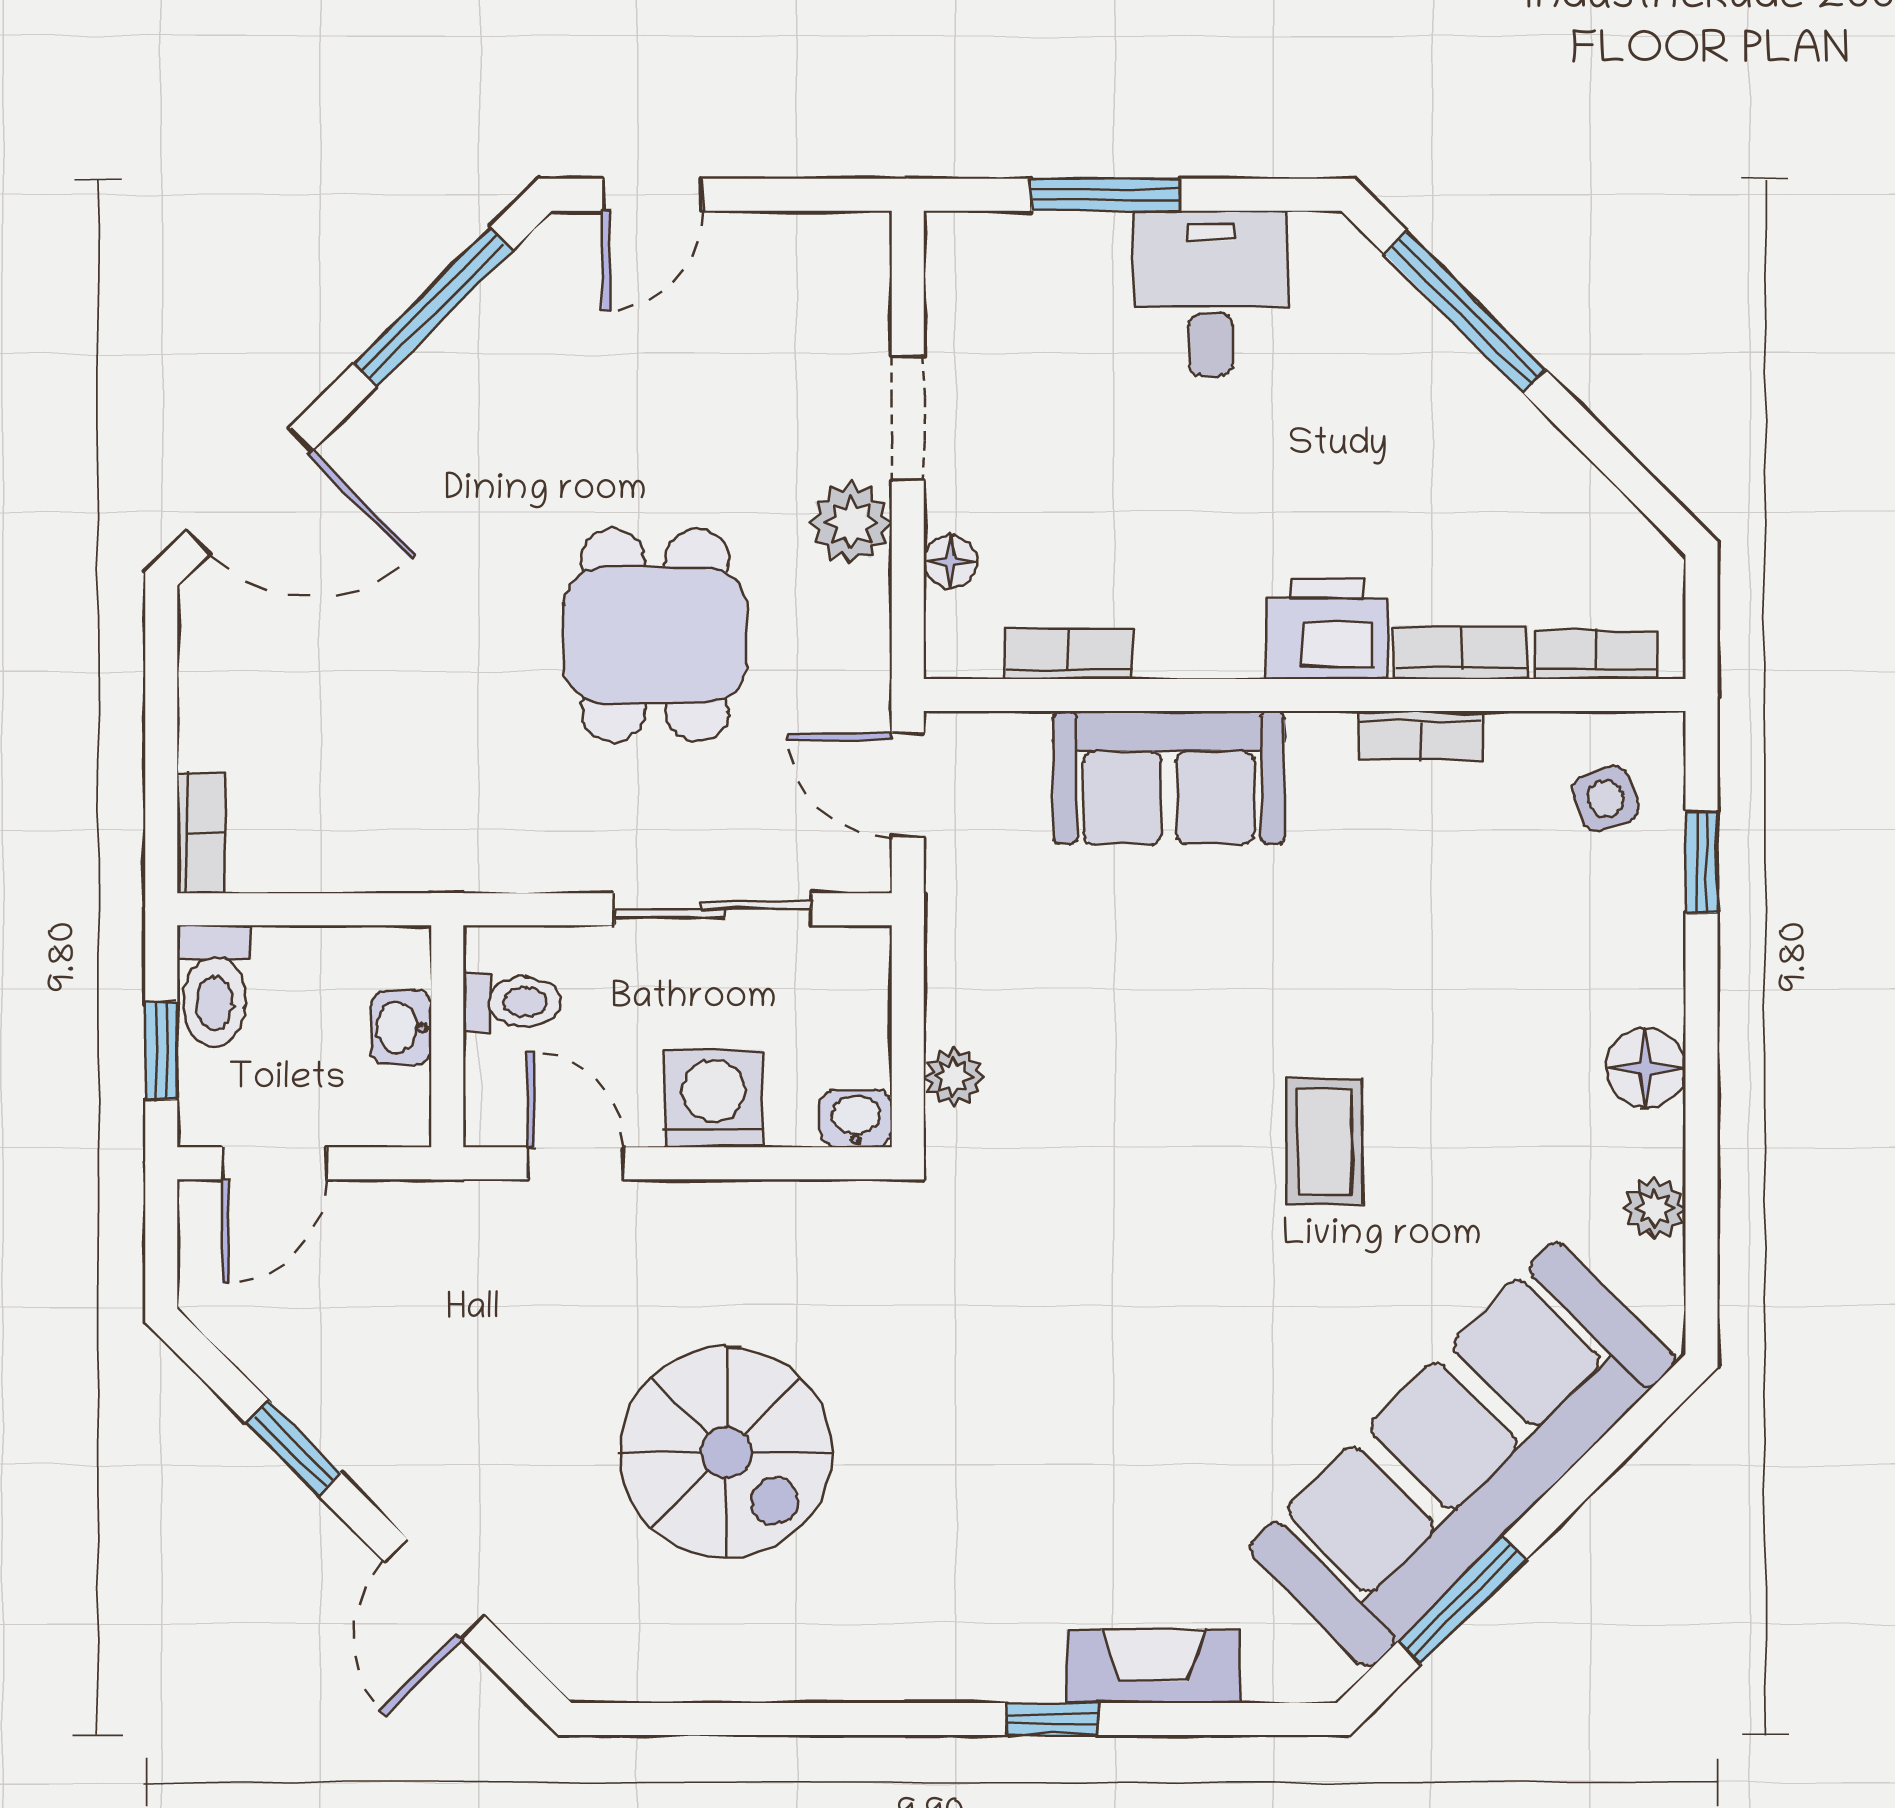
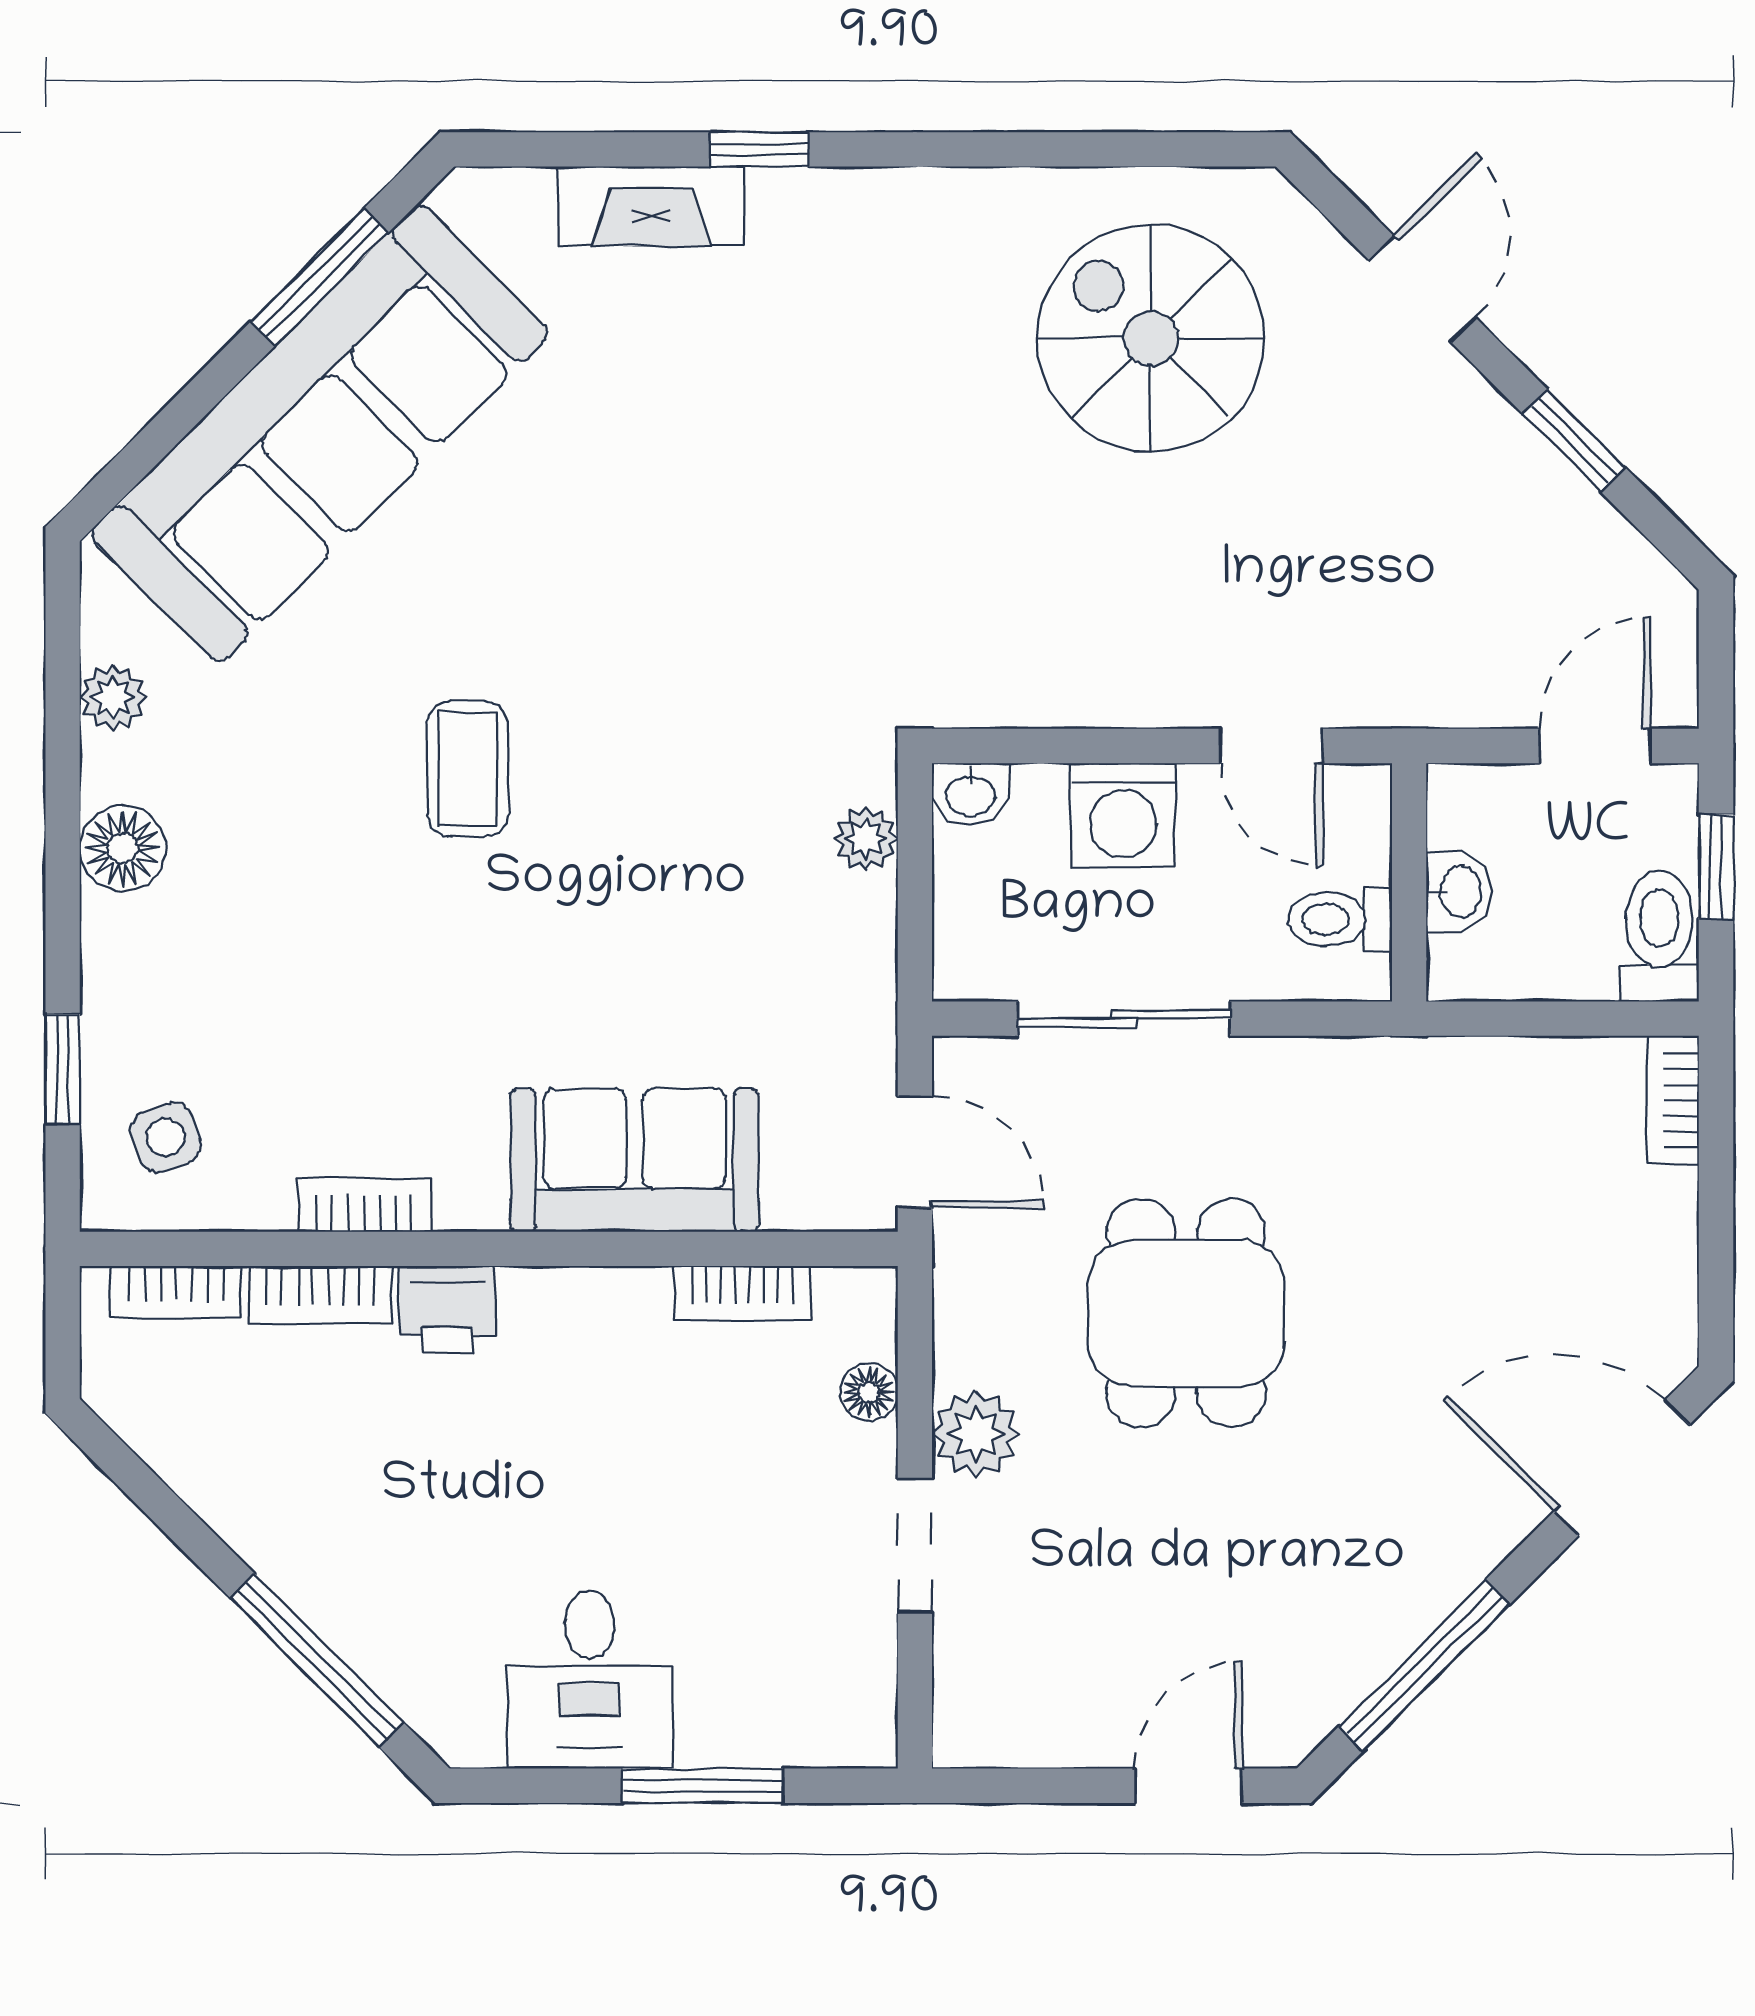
printer: (1327, 629) -> (447, 1310), width x0.73, depth x0.81
spiral stairs: (726, 1452) -> (1151, 338), moved

